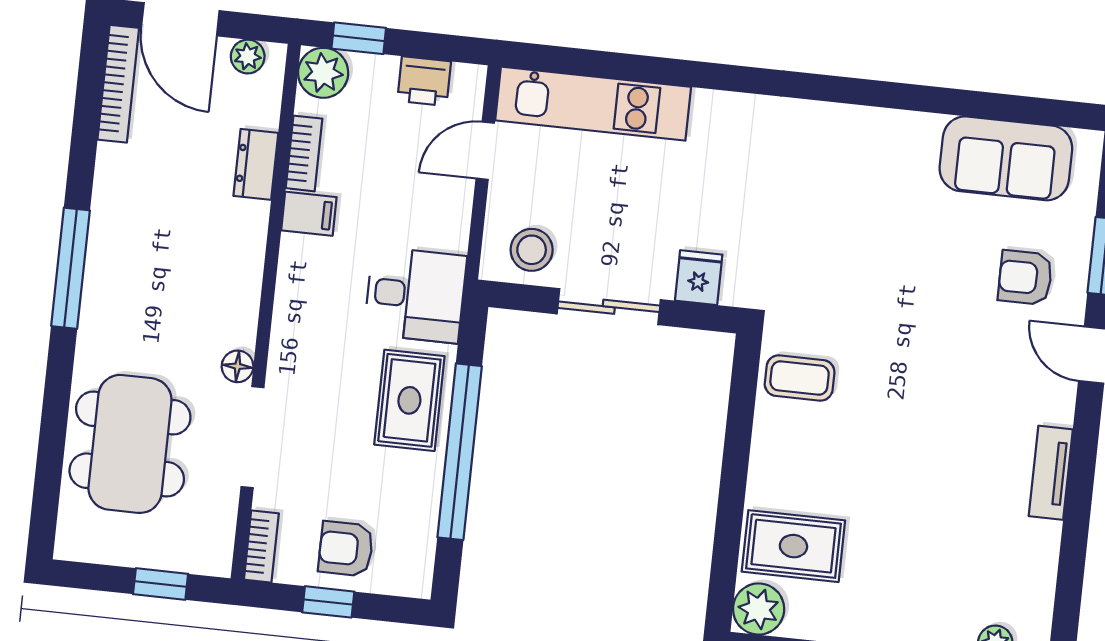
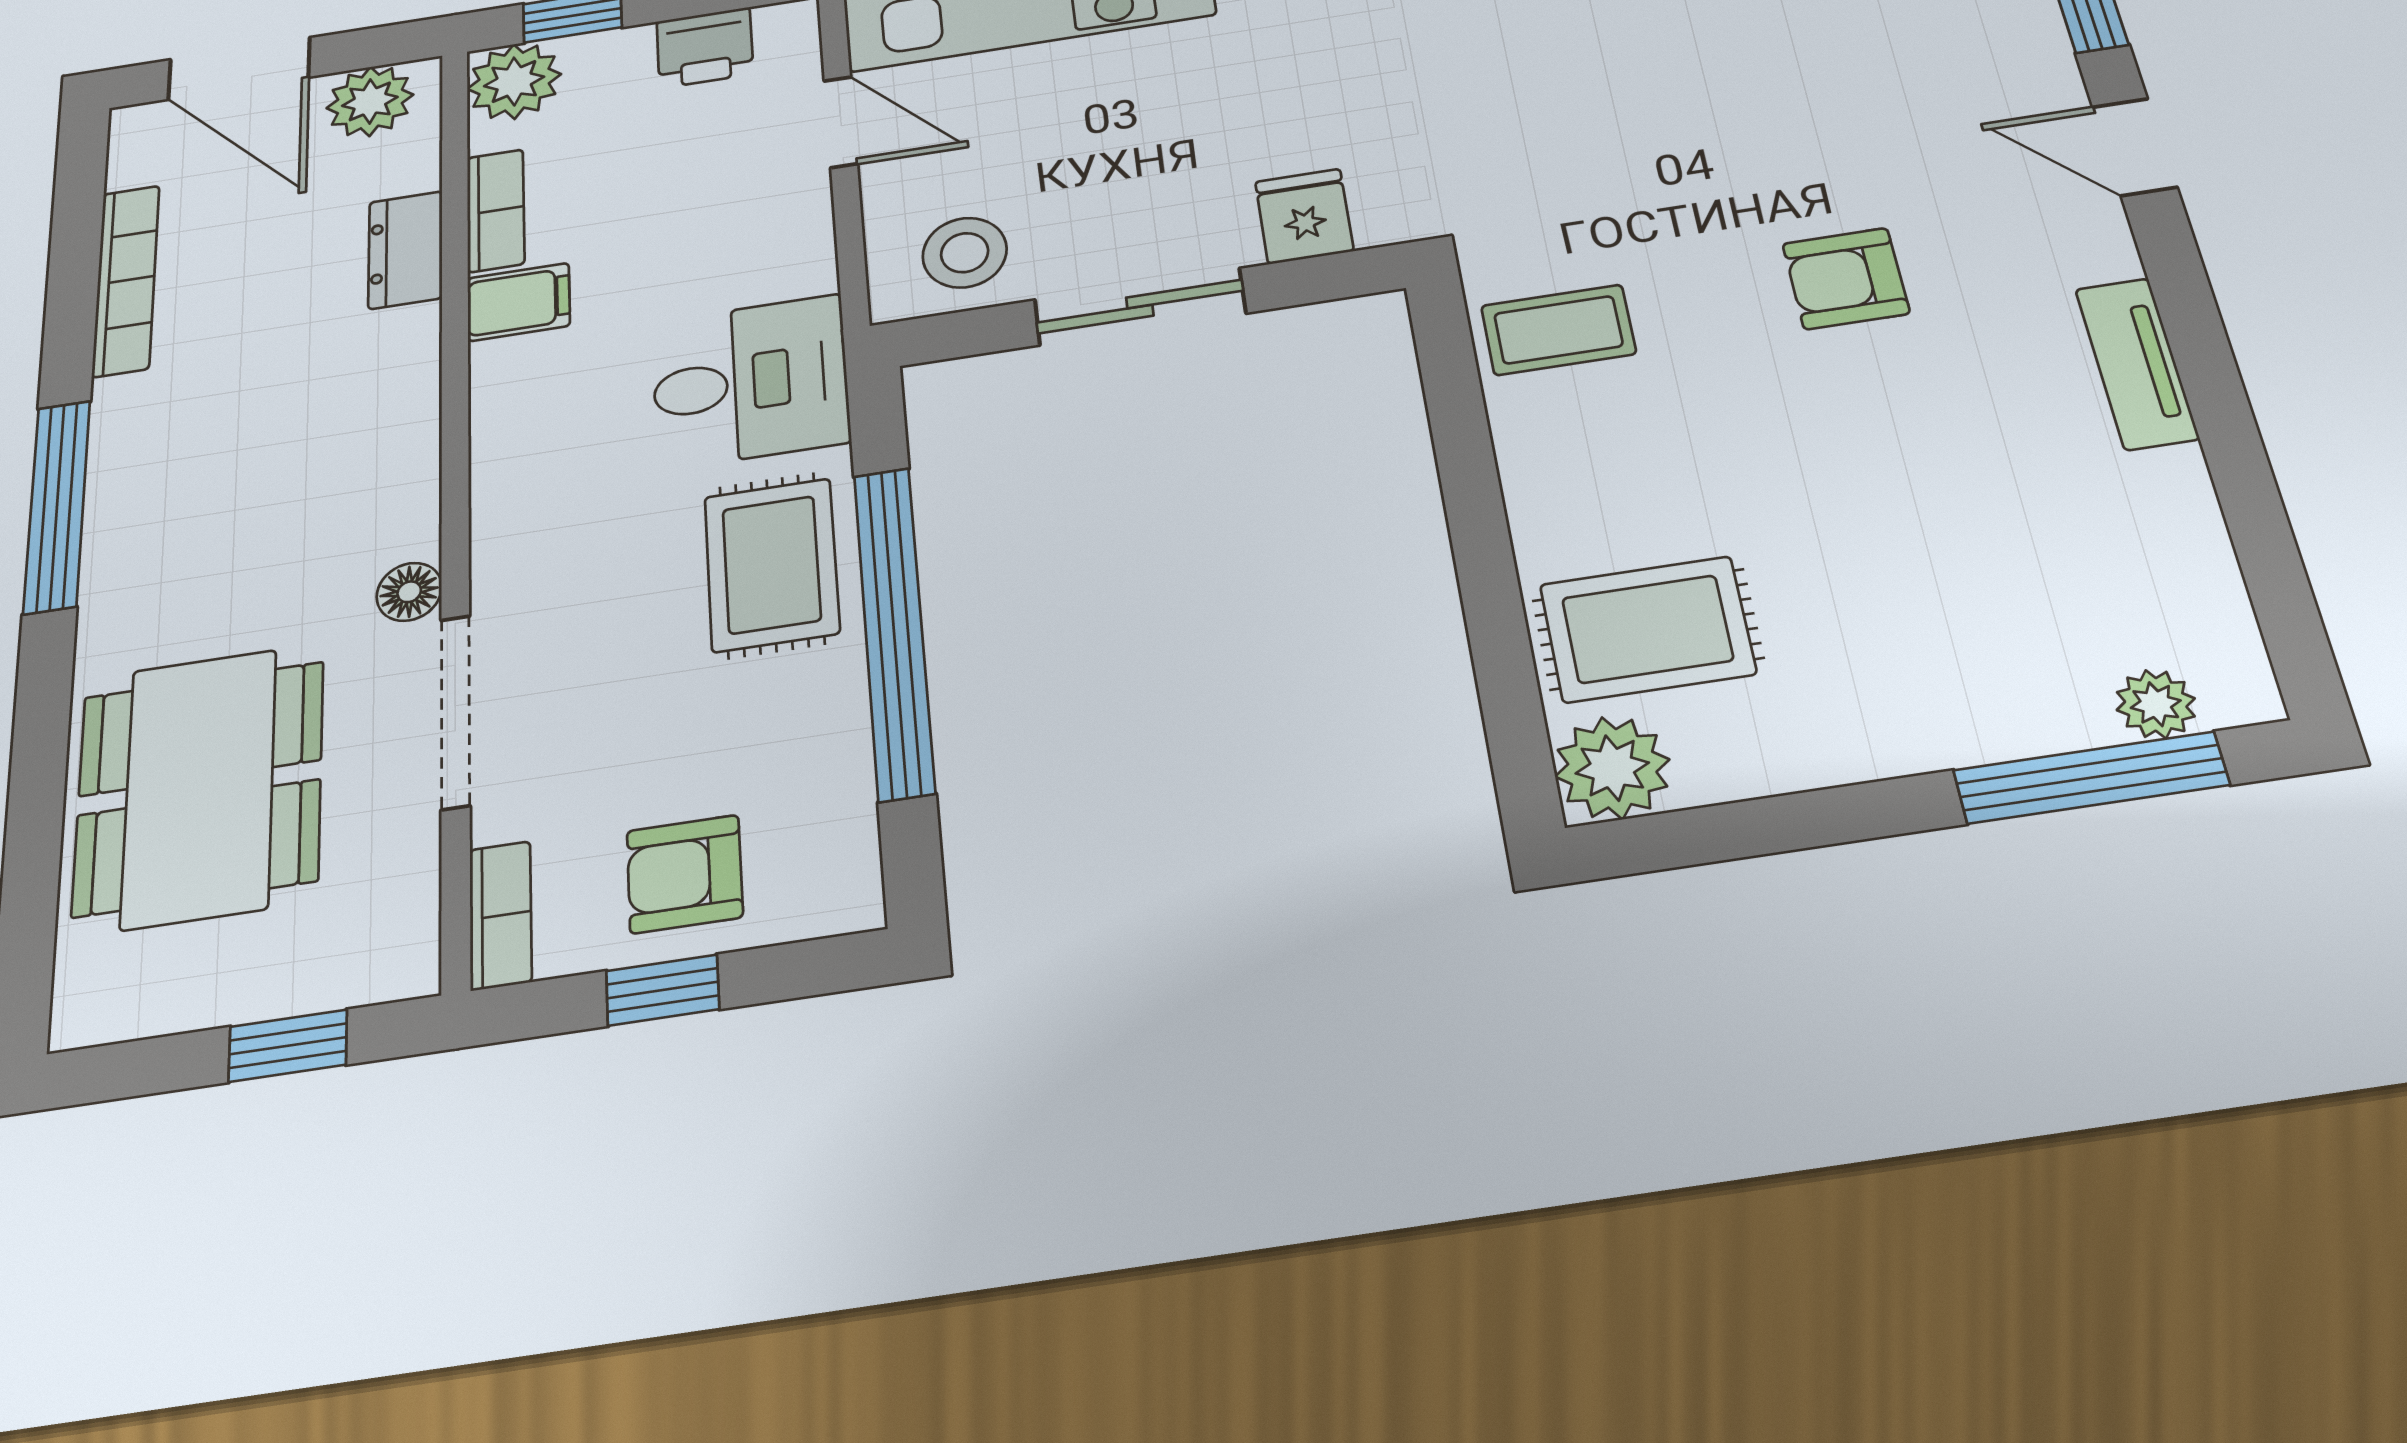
plant: (248, 57) -> (370, 101), width x1.38, depth x1.38
bookcase: (118, 84) -> (126, 280), moved
door: (485, 151) -> (841, 122), swing flipped
armchair: (1025, 278) -> (1846, 279), moved

